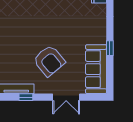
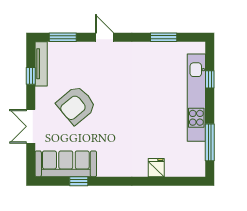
window: (110, 48) -> (79, 181), moved

